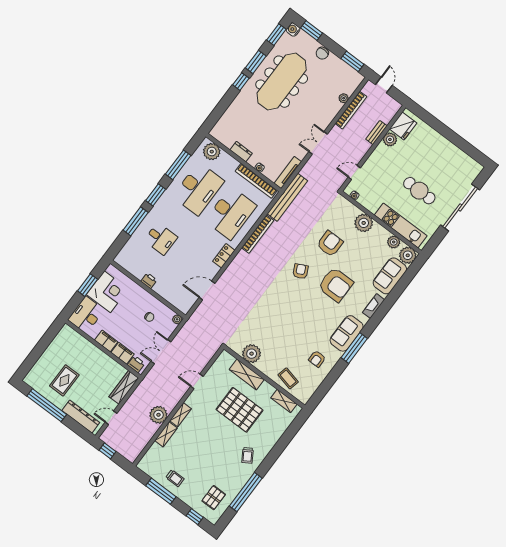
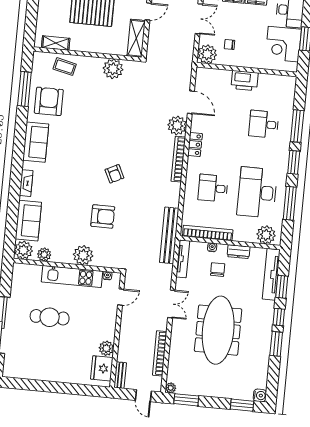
window: (276, 35) -> (282, 287), moved
chair: (322, 53) -> (218, 270), moved
meeting table: (282, 82) -> (218, 330), moved
plant: (344, 98) -> (171, 388), moved
tv unit: (226, 118) -> (271, 274), added
bench: (376, 133) -> (120, 375), moved
desk: (231, 213) -> (213, 188), width x0.53, depth x0.77
kitchen unit: (401, 225) -> (72, 276), moved
bookcase: (258, 234) -> (178, 159), moved
armchair: (330, 244) -> (103, 216), turned -90
plant: (229, 279) -> (177, 125), added
printer: (149, 281) -> (245, 81), width x1.87, depth x1.48
armchair: (336, 285) -> (74, 181), removed
door: (207, 290) -> (191, 102), hinge flipped
plant: (177, 319) -> (207, 54), width x1.87, depth x1.87
window: (354, 348) -> (24, 89), moved
armchair: (317, 359) -> (49, 101), width x1.88, depth x1.88
shelving: (247, 374) -> (136, 38), moved, turned 90

